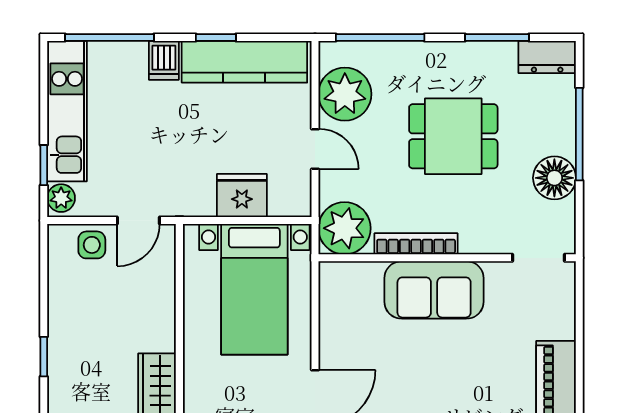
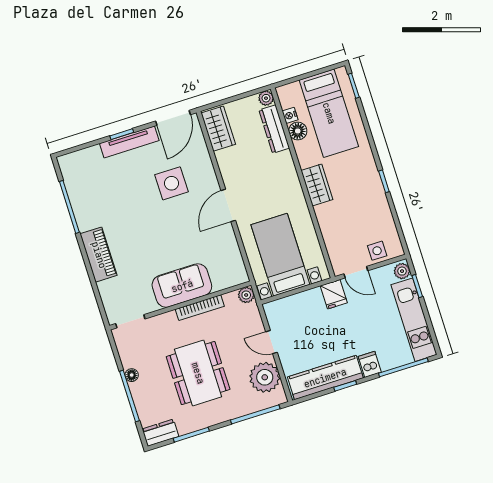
dining table: (453, 136) -> (198, 373), width x1.38
floor lamp: (554, 178) -> (132, 375), width x0.53, depth x0.53
fridge: (242, 196) -> (334, 294), moved, width x0.72
door: (138, 221) -> (356, 272), swing flipped
plant: (345, 228) -> (246, 295), width x0.53, depth x0.53

